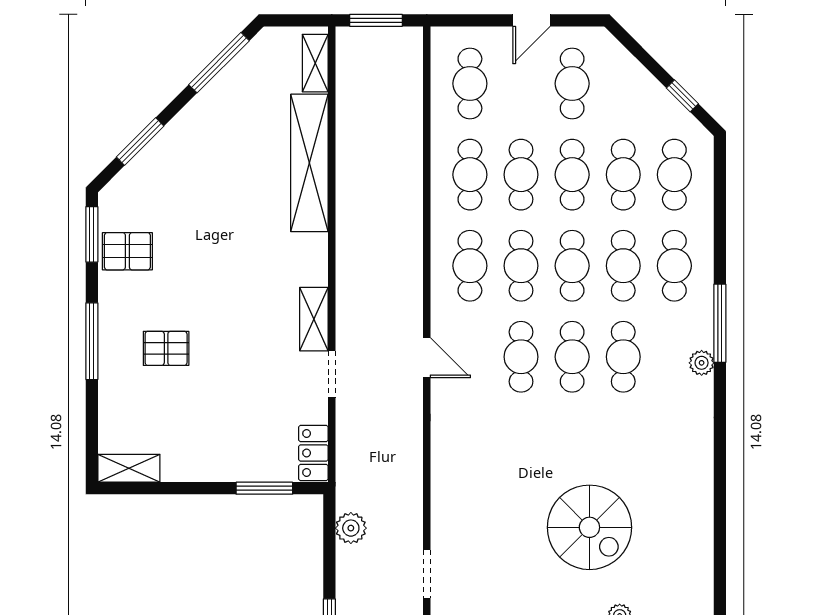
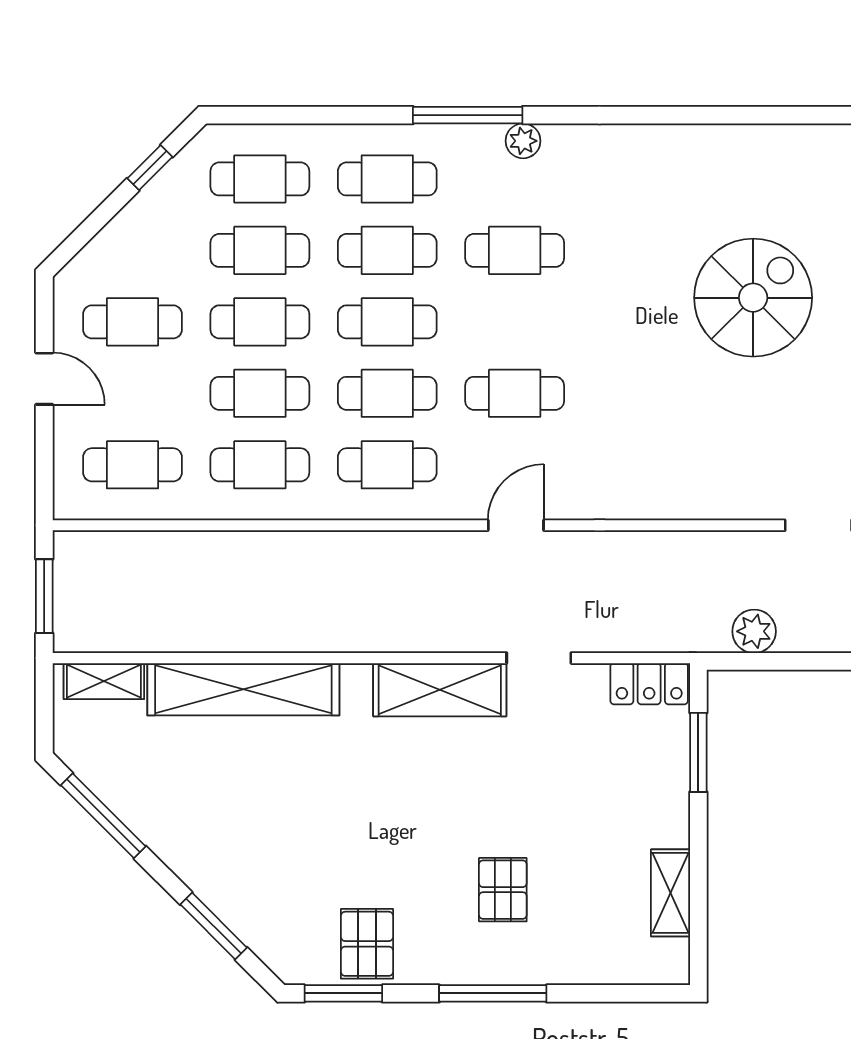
shelving: (314, 319) -> (440, 690), width x1.50, depth x1.33
cafe table: (572, 357) -> (515, 322), removed
shelving: (129, 468) -> (671, 893), moved

